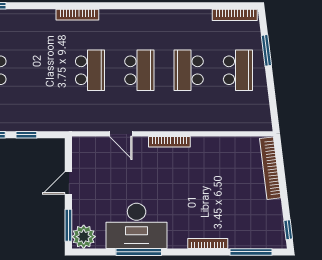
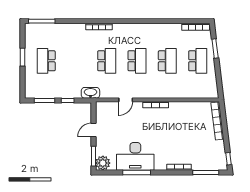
school desk: (189, 70) -> (167, 61), turned 180
washbasin: (64, 122) -> (90, 93), added
door: (121, 134) -> (126, 100), hinge flipped

